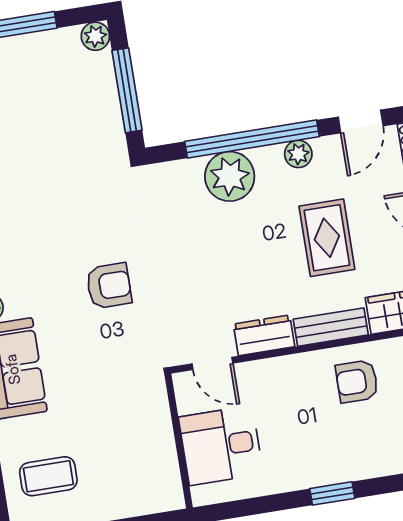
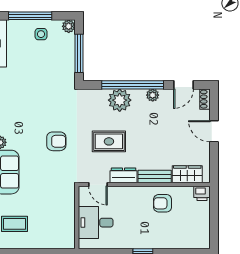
side table: (39, 62) -> (41, 34), added
rug: (327, 238) -> (109, 141), moved, turned 90

